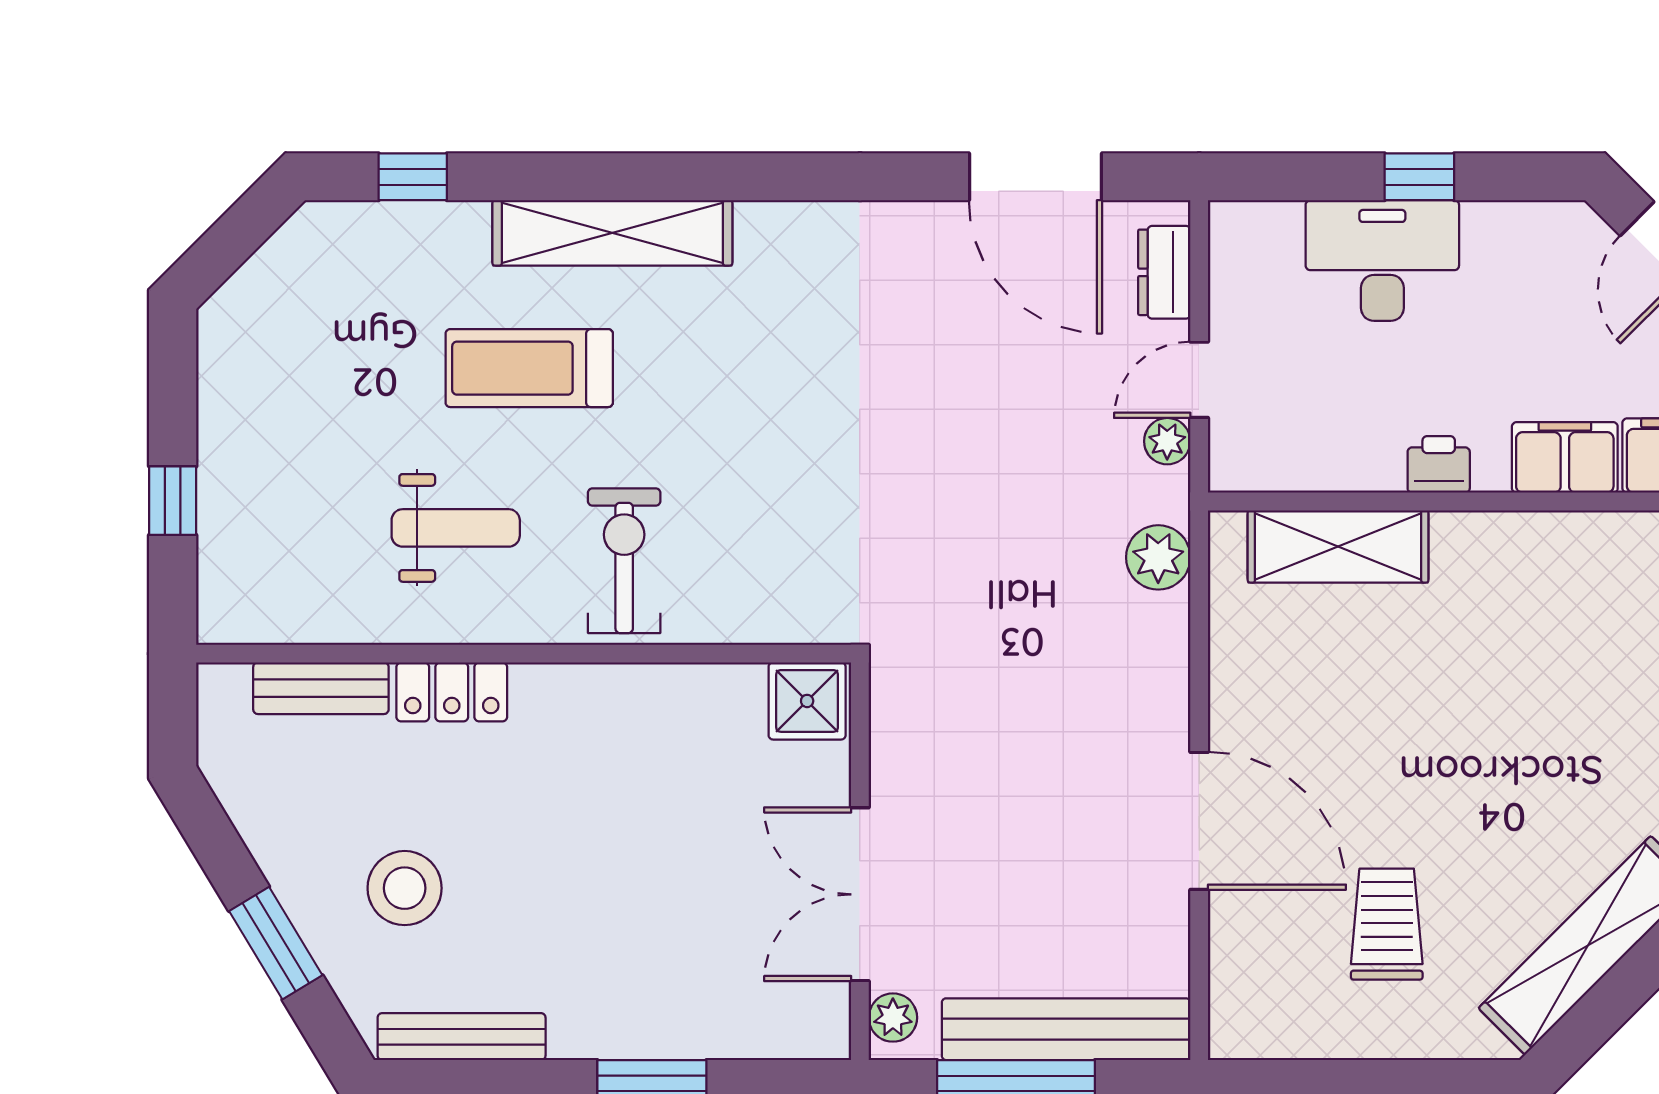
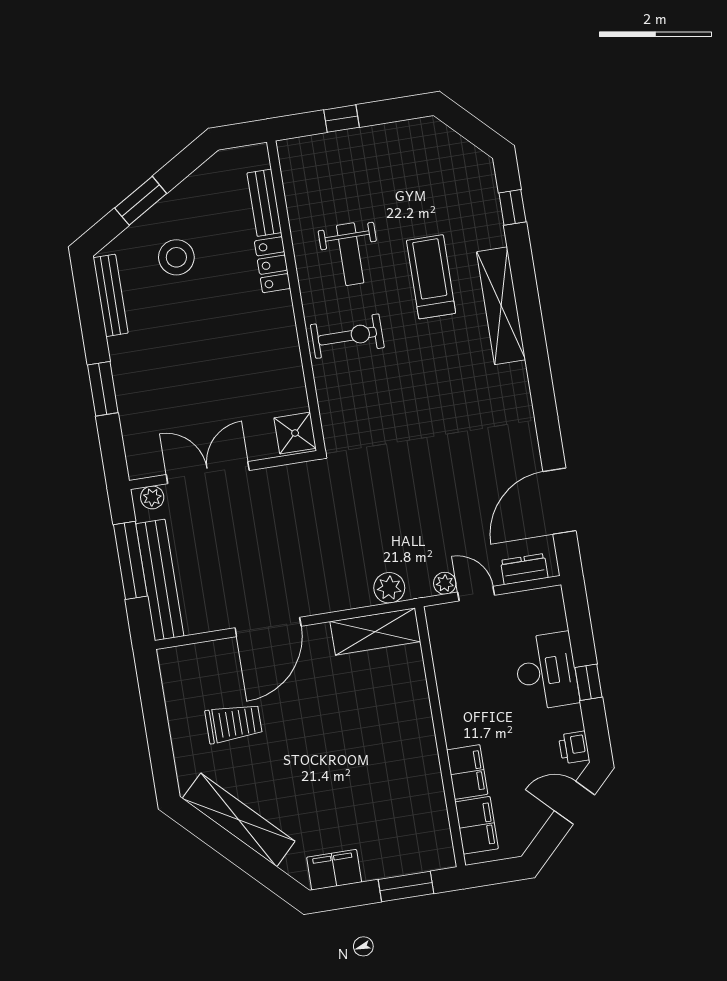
printer: (1439, 464) -> (574, 747), moved, turned 180
shelving: (1338, 546) -> (375, 632), moved, turned 90

